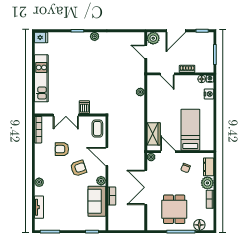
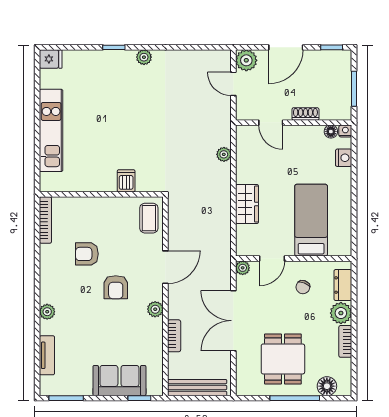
double door: (66, 115) -> (94, 194), removed
wardrobe: (154, 134) -> (247, 204), moved
door: (168, 152) -> (272, 258), swing flipped
door: (107, 157) -> (165, 267), swing flipped
armchair: (78, 168) -> (116, 287), turned 109
sofa: (97, 201) -> (119, 381), moved, turned 90
bench: (125, 226) -> (197, 388), added

